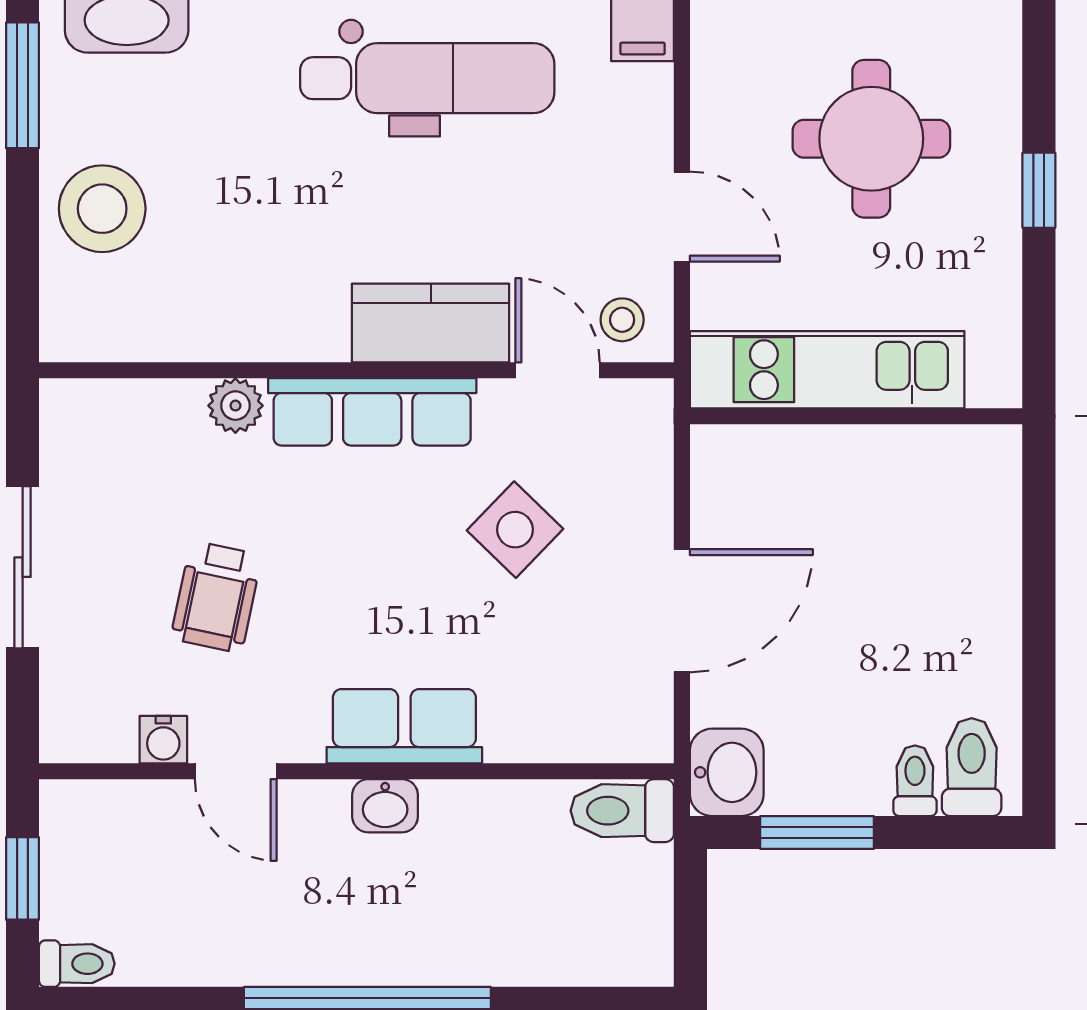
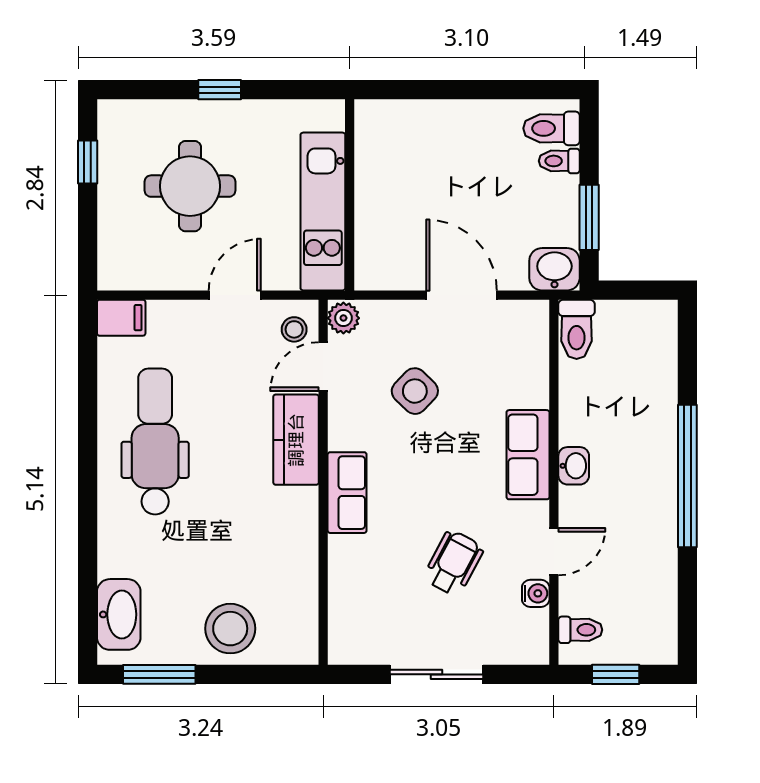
plant: (235, 406) -> (343, 318), moved
row of seats: (372, 412) -> (347, 493), width x0.68
wheelchair: (216, 597) -> (454, 563), turned -74
toilet: (77, 964) -> (580, 630), moved, turned 90

